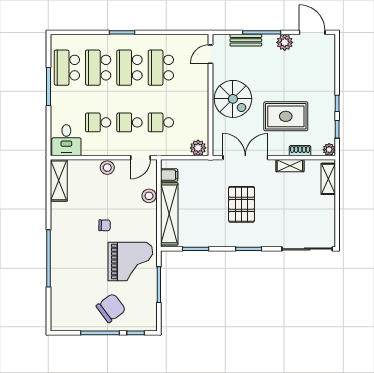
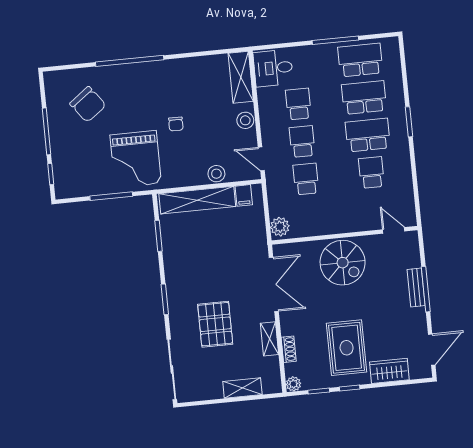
bench: (246, 40) -> (416, 288), moved
plant: (285, 42) -> (416, 318), removed
school desk: (161, 68) -> (371, 173), width x0.54
wardrobe: (326, 69) -> (389, 371), added
spiral stairs: (233, 99) -> (343, 263), turned -90
rug: (286, 116) -> (347, 348), moved
shelving: (328, 179) -> (242, 388), moved
shelving: (59, 180) -> (241, 77), moved, turned 90
pallet: (242, 204) -> (215, 324), moved, turned 90
chair: (111, 308) -> (88, 104), moved

